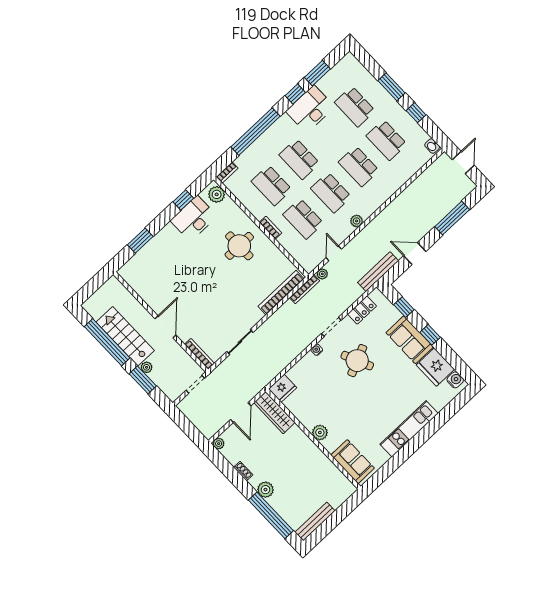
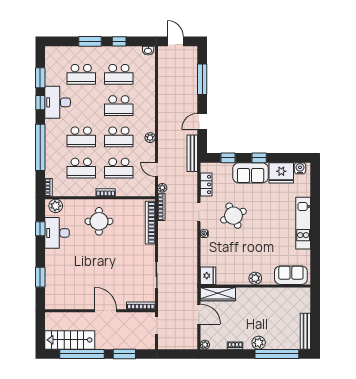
stairs: (125, 336) -> (70, 340), moved
plant: (147, 367) -> (119, 345), removed

